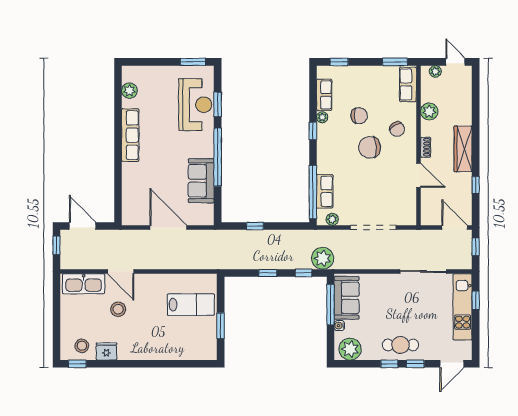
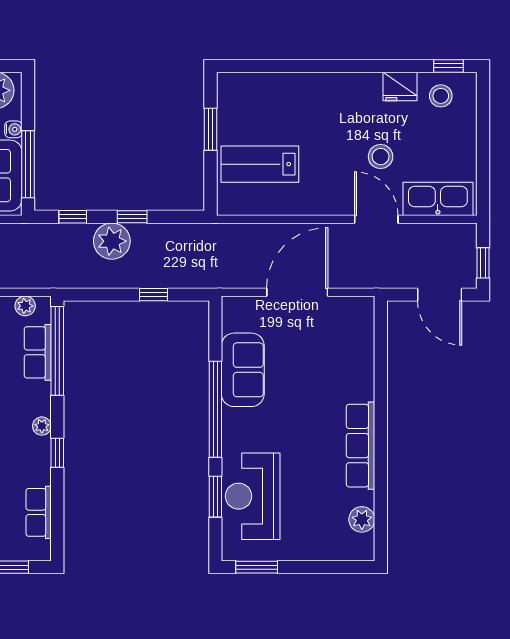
plant: (322, 117) -> (42, 426), moved
door: (168, 228) -> (297, 292), swing flipped
plant: (323, 258) -> (112, 241), moved

